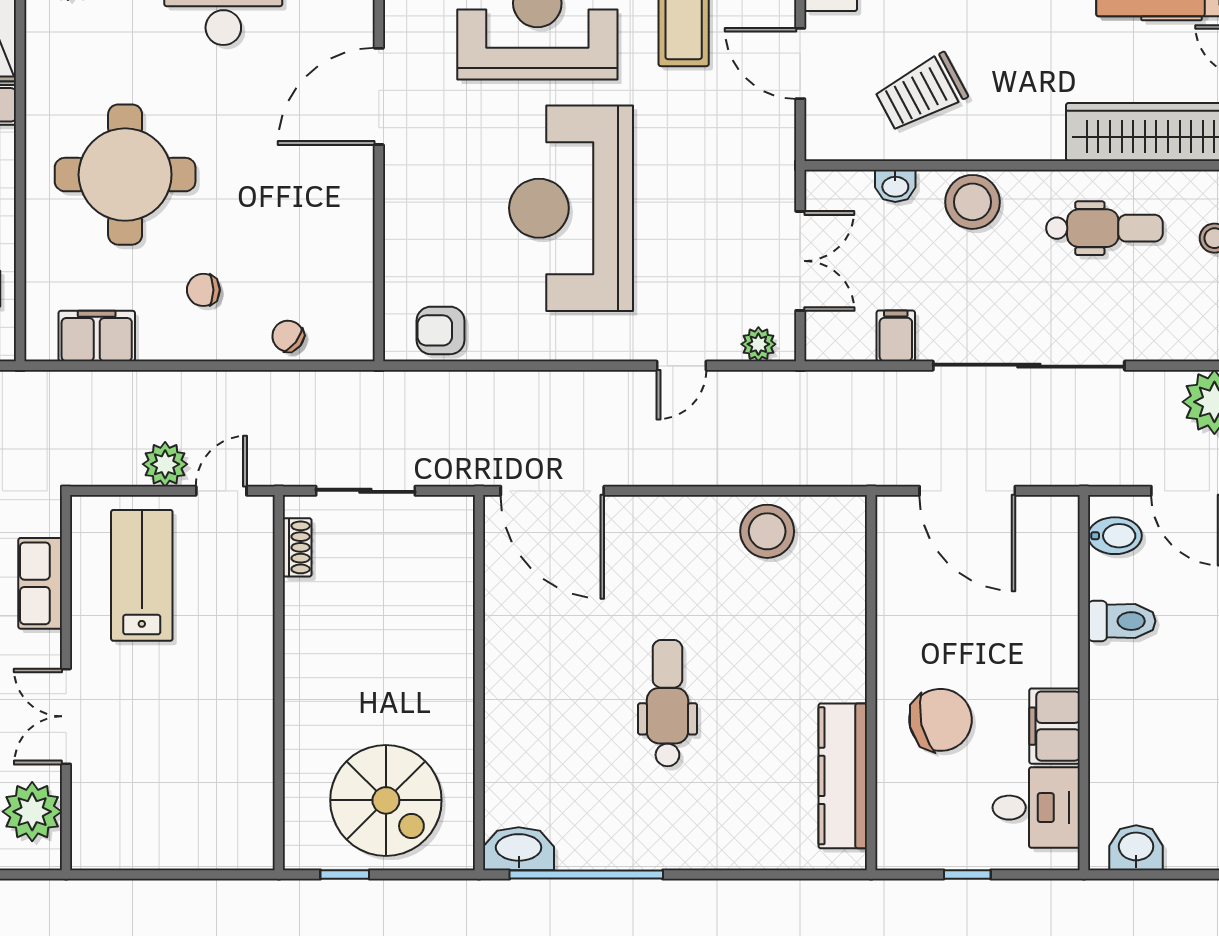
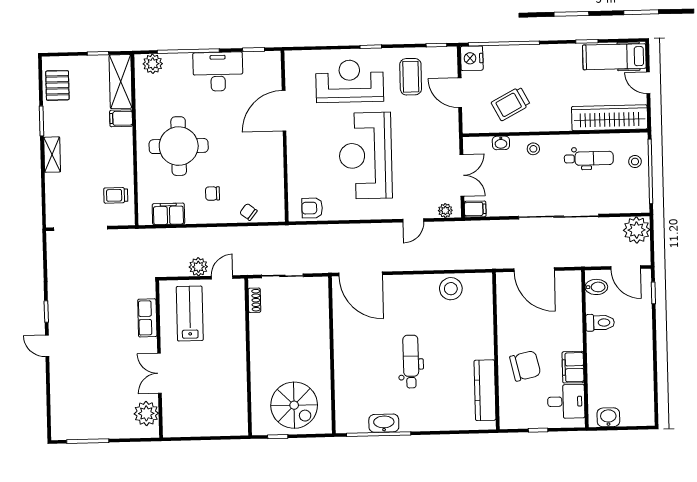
stool: (972, 202) -> (533, 149), width x0.53, depth x0.53
filing cabinet: (896, 336) -> (475, 209), moved, turned 90
washbasin: (519, 849) -> (384, 423), moved

